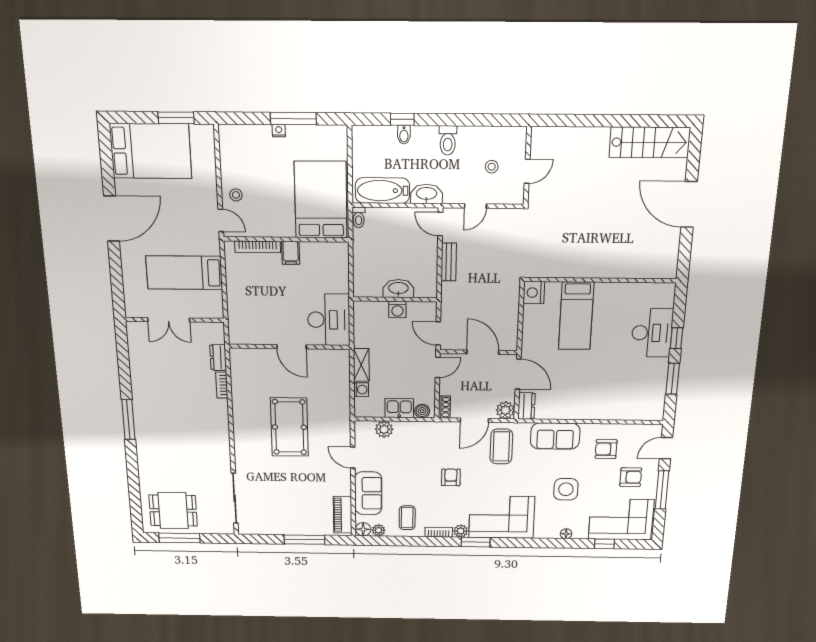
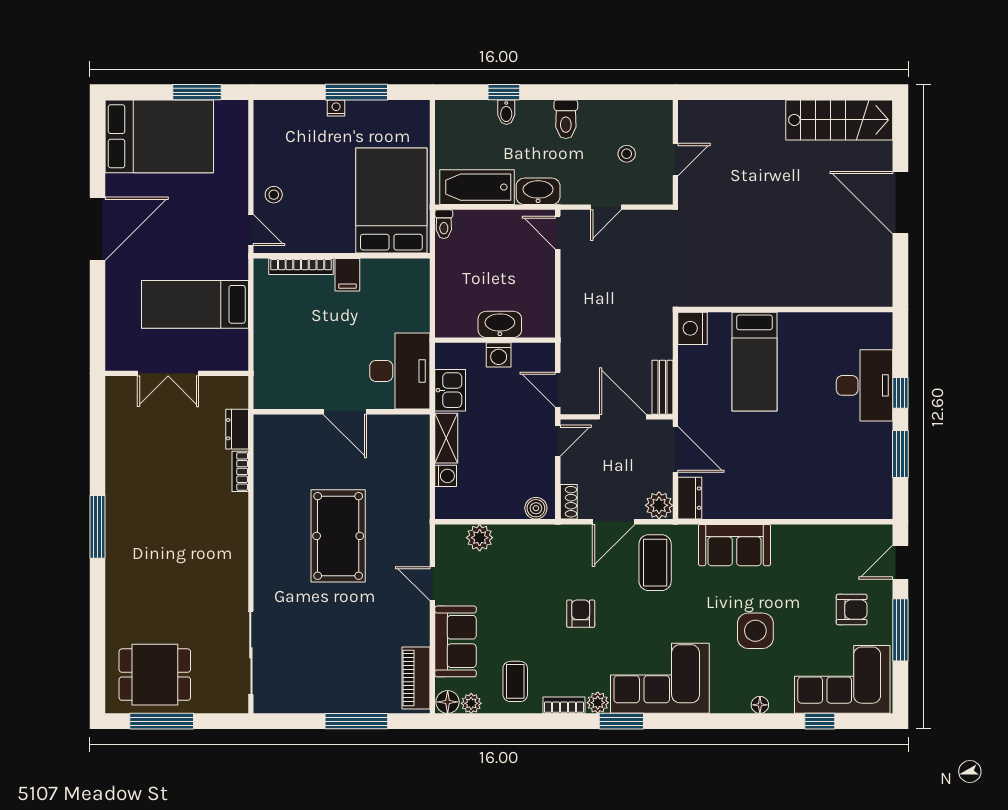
bench: (449, 262) -> (662, 387), moved
kitchen sink: (399, 408) -> (450, 390), moved, turned 90
armchair: (606, 449) -> (811, 565), removed

